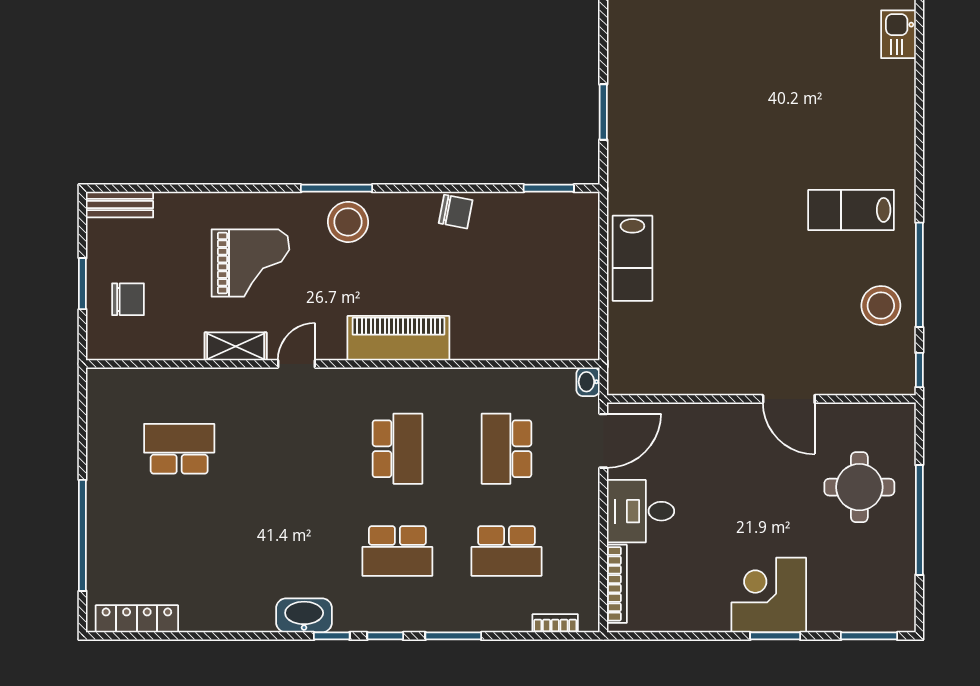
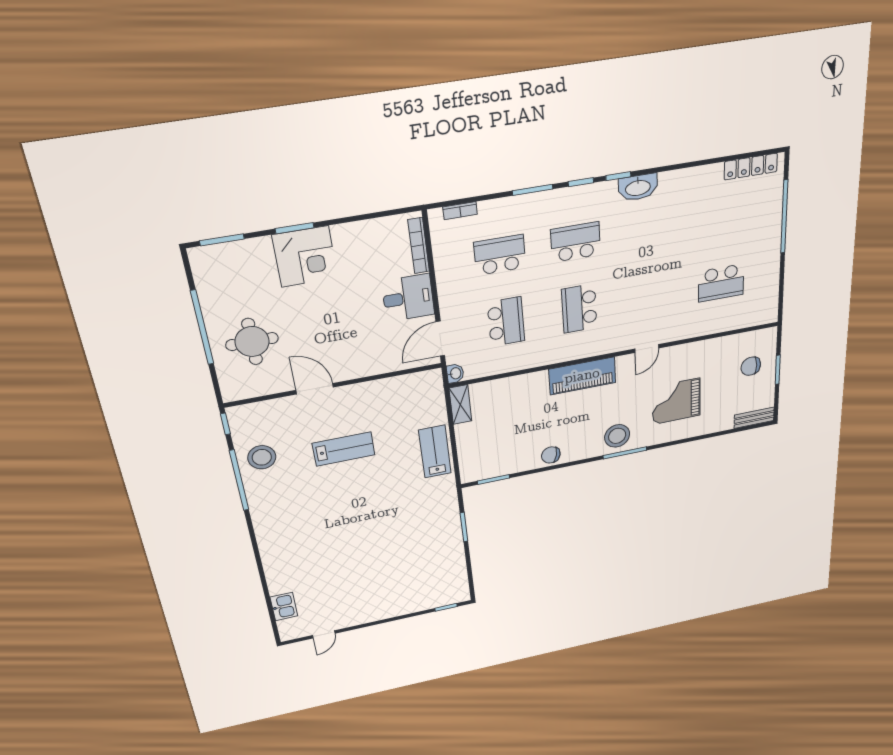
lab bench: (851, 210) -> (344, 449), moved
shelving: (236, 346) -> (460, 405), moved, turned 90

